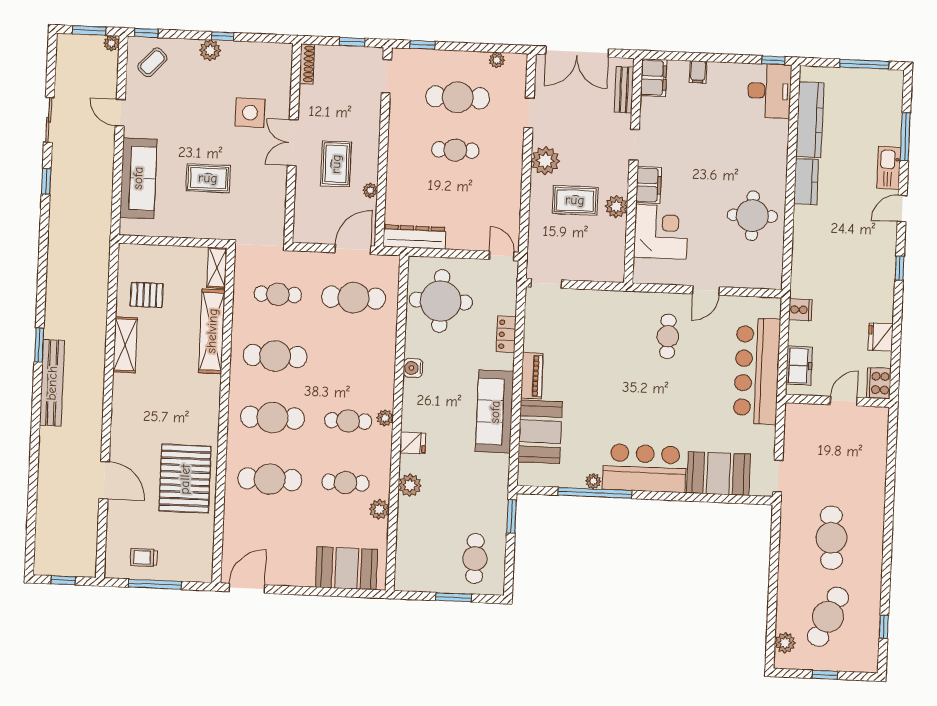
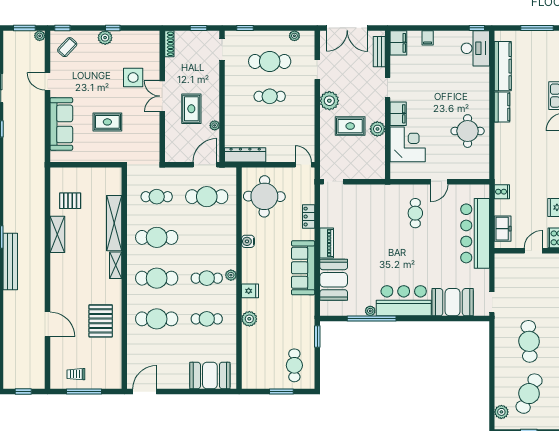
shelving: (217, 268) -> (116, 265), moved
pallet: (185, 479) -> (101, 321), width x0.73, depth x0.71
plant: (379, 510) -> (230, 336), removed

